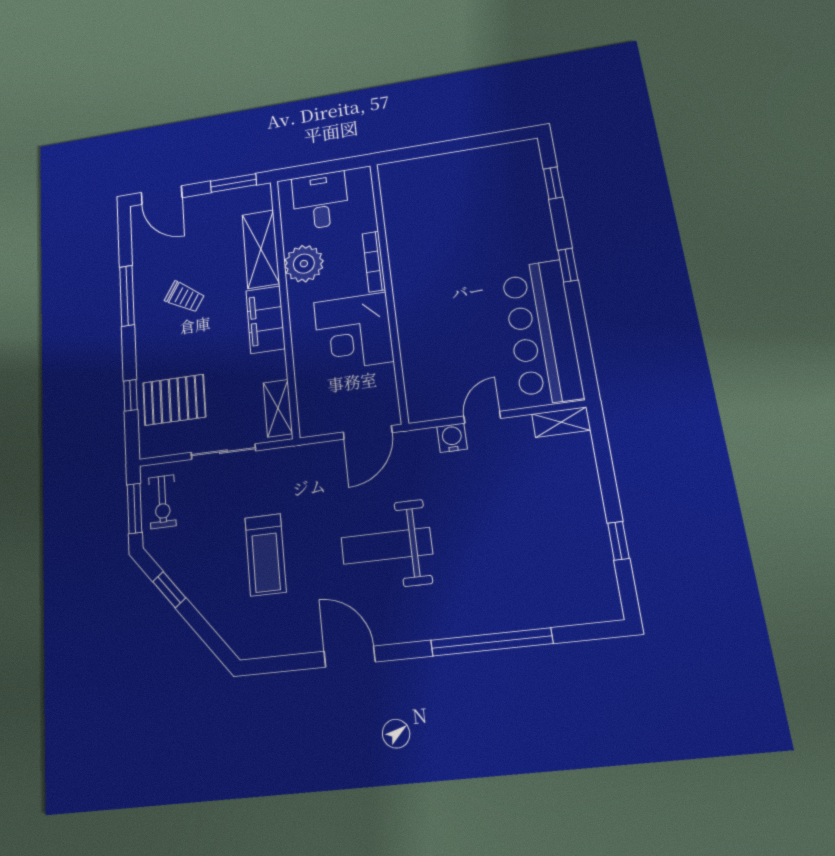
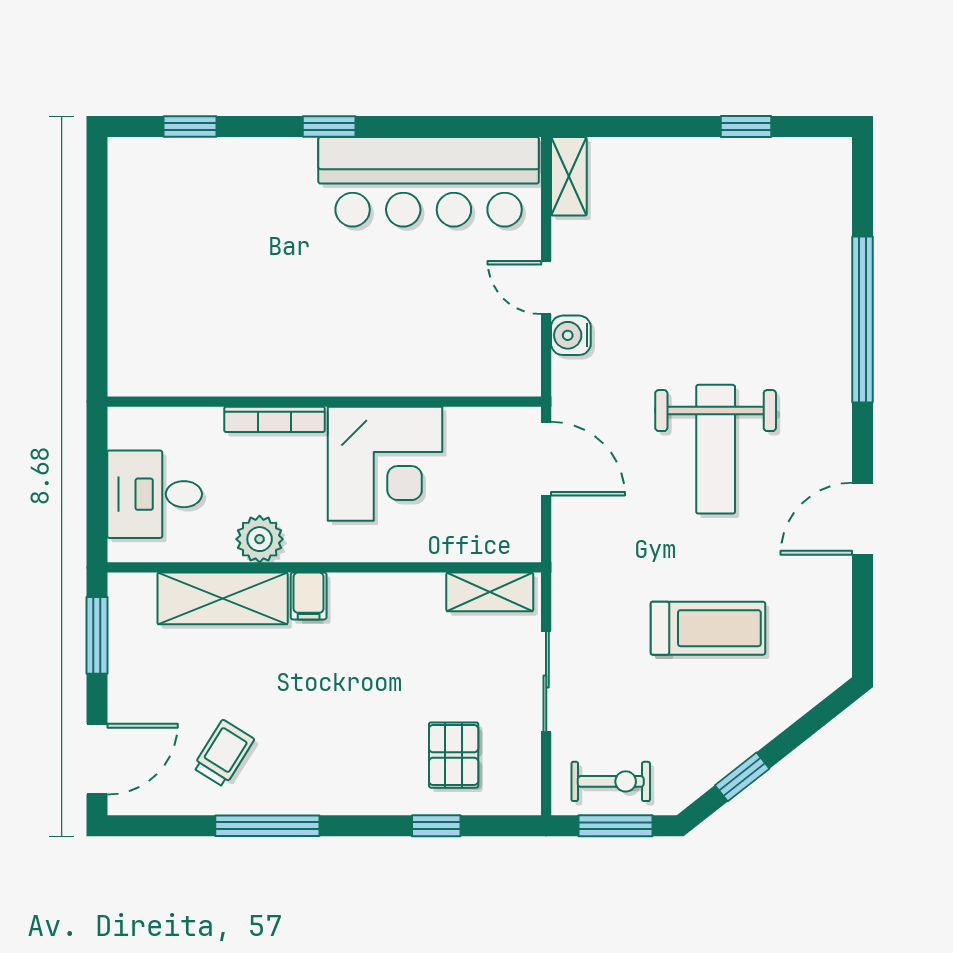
plant: (304, 264) -> (260, 539), width x0.73, depth x0.73
trolley: (185, 297) -> (224, 753), moved
filing cabinet: (265, 320) -> (309, 596), width x0.33, depth x0.86
pallet: (174, 400) -> (454, 755), width x0.67, depth x0.71

